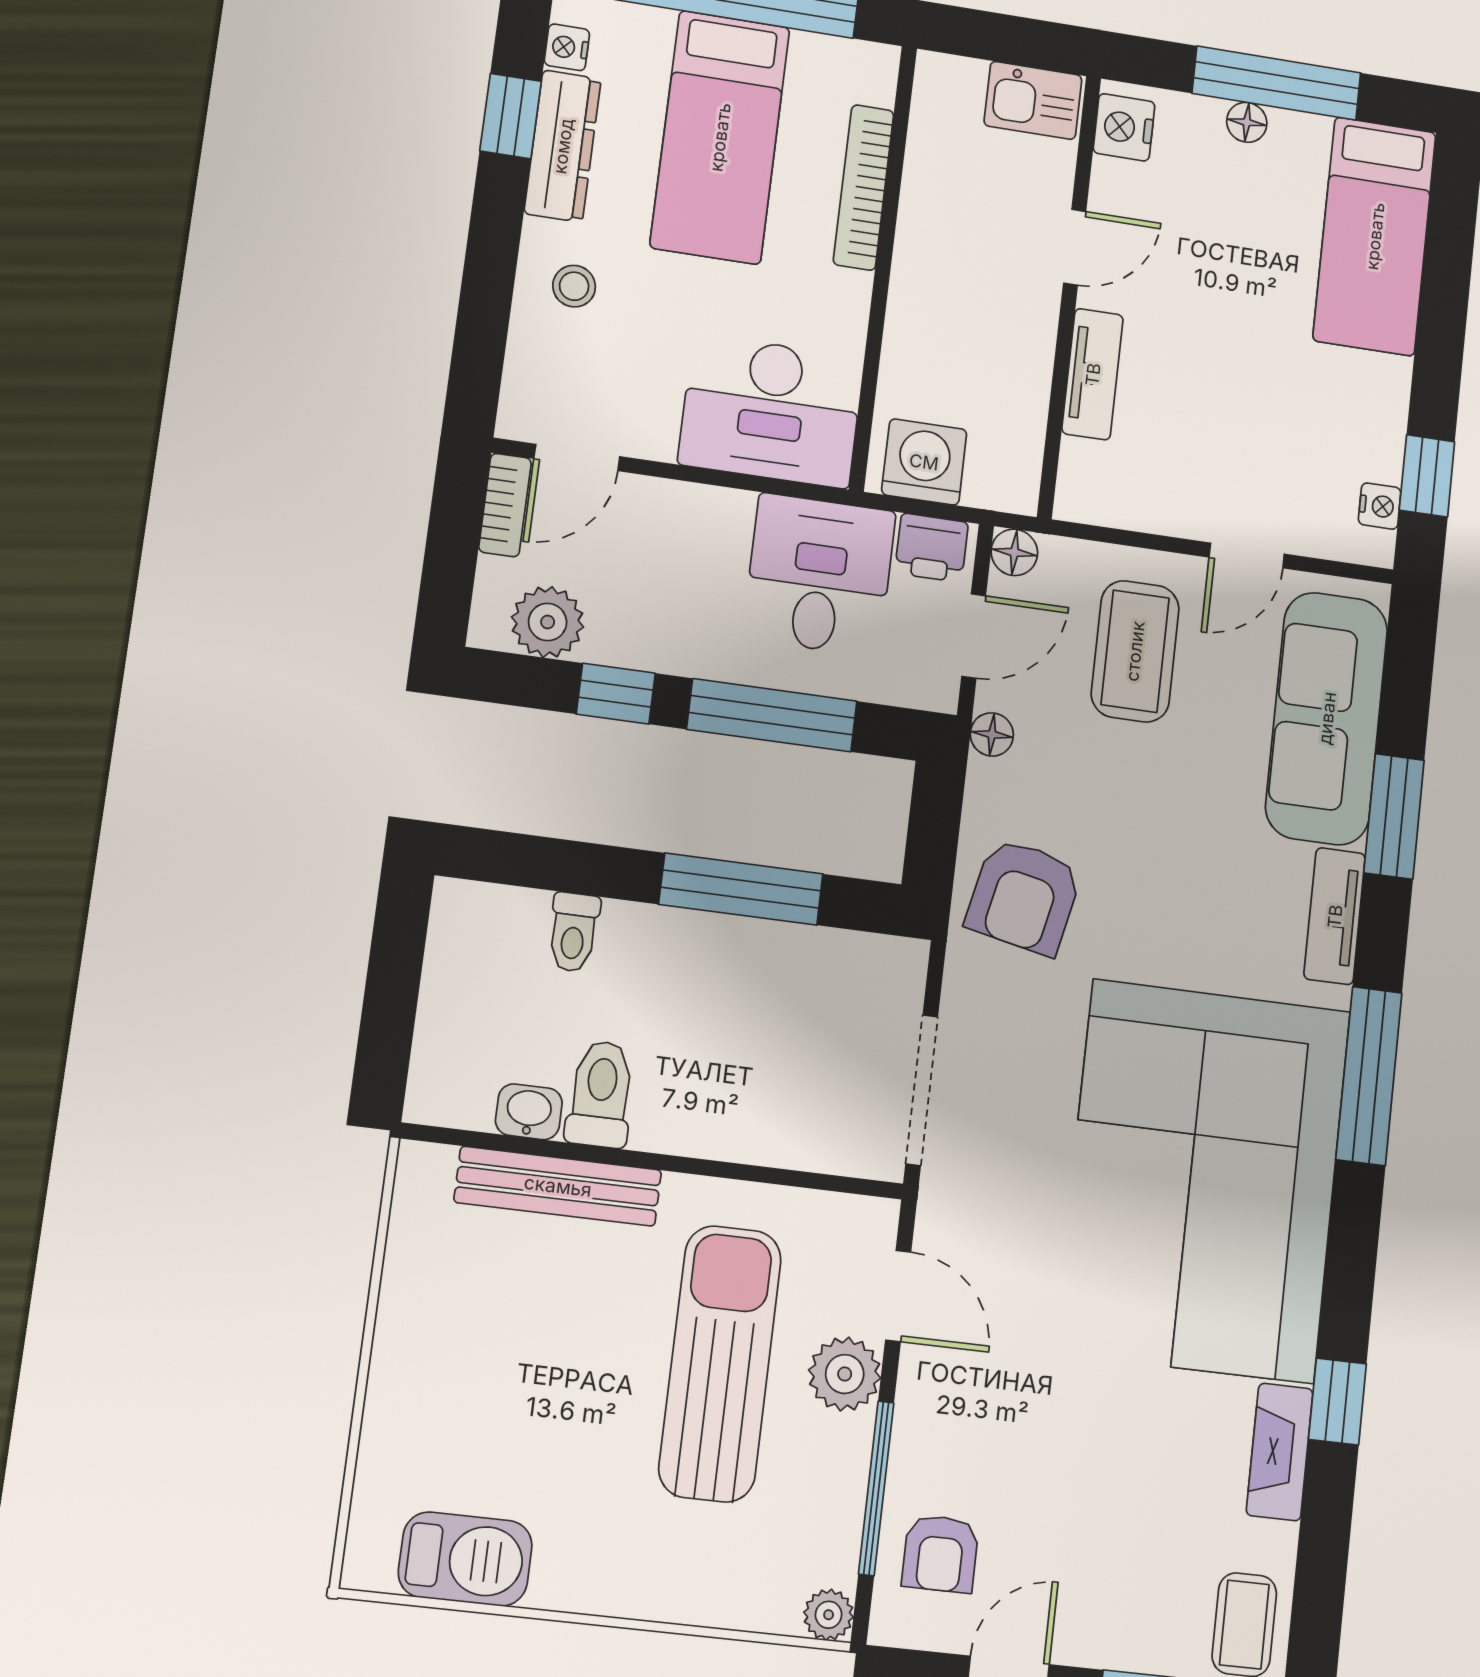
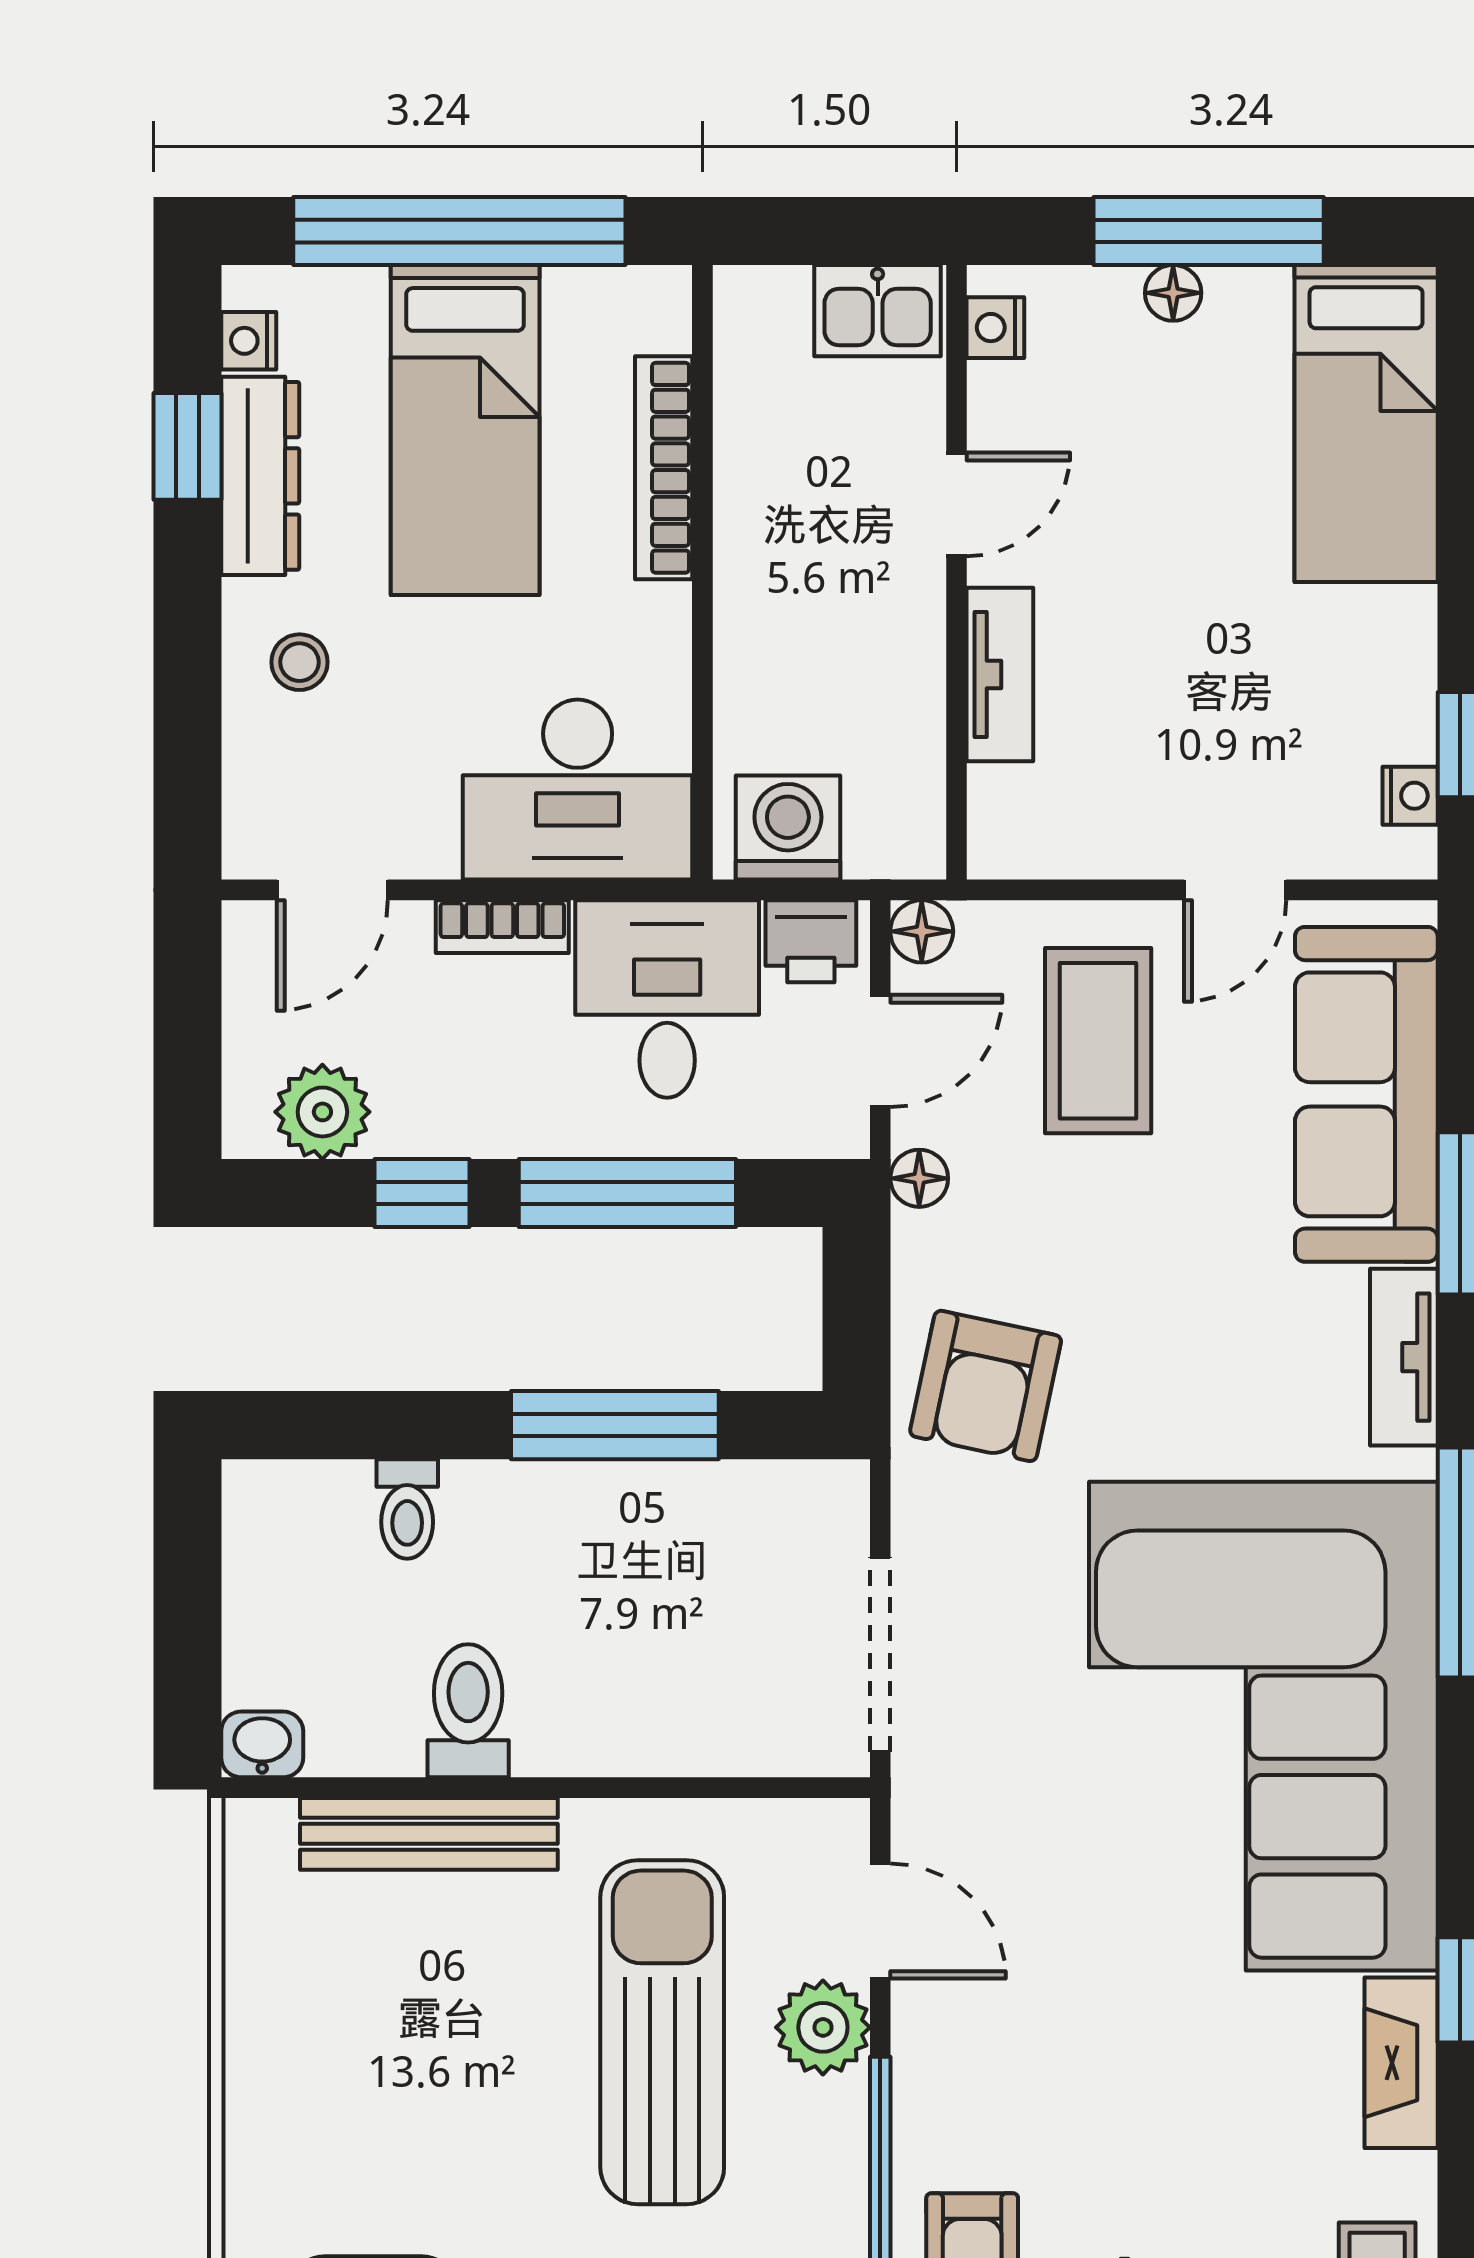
nightstand: (1124, 127) -> (995, 328), width x0.72, depth x0.74
bookcase: (505, 505) -> (502, 927), moved, turned 90
washbasin: (529, 1112) -> (262, 1744), moved

